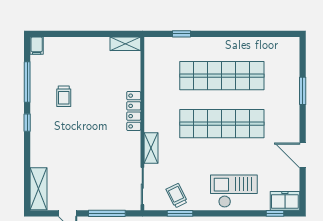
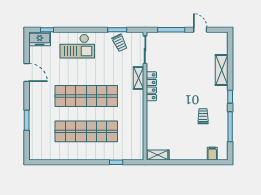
filing cabinet: (37, 46) -> (212, 154), moved
locker: (134, 111) -> (151, 86), moved
shelving: (39, 189) -> (222, 70), moved

